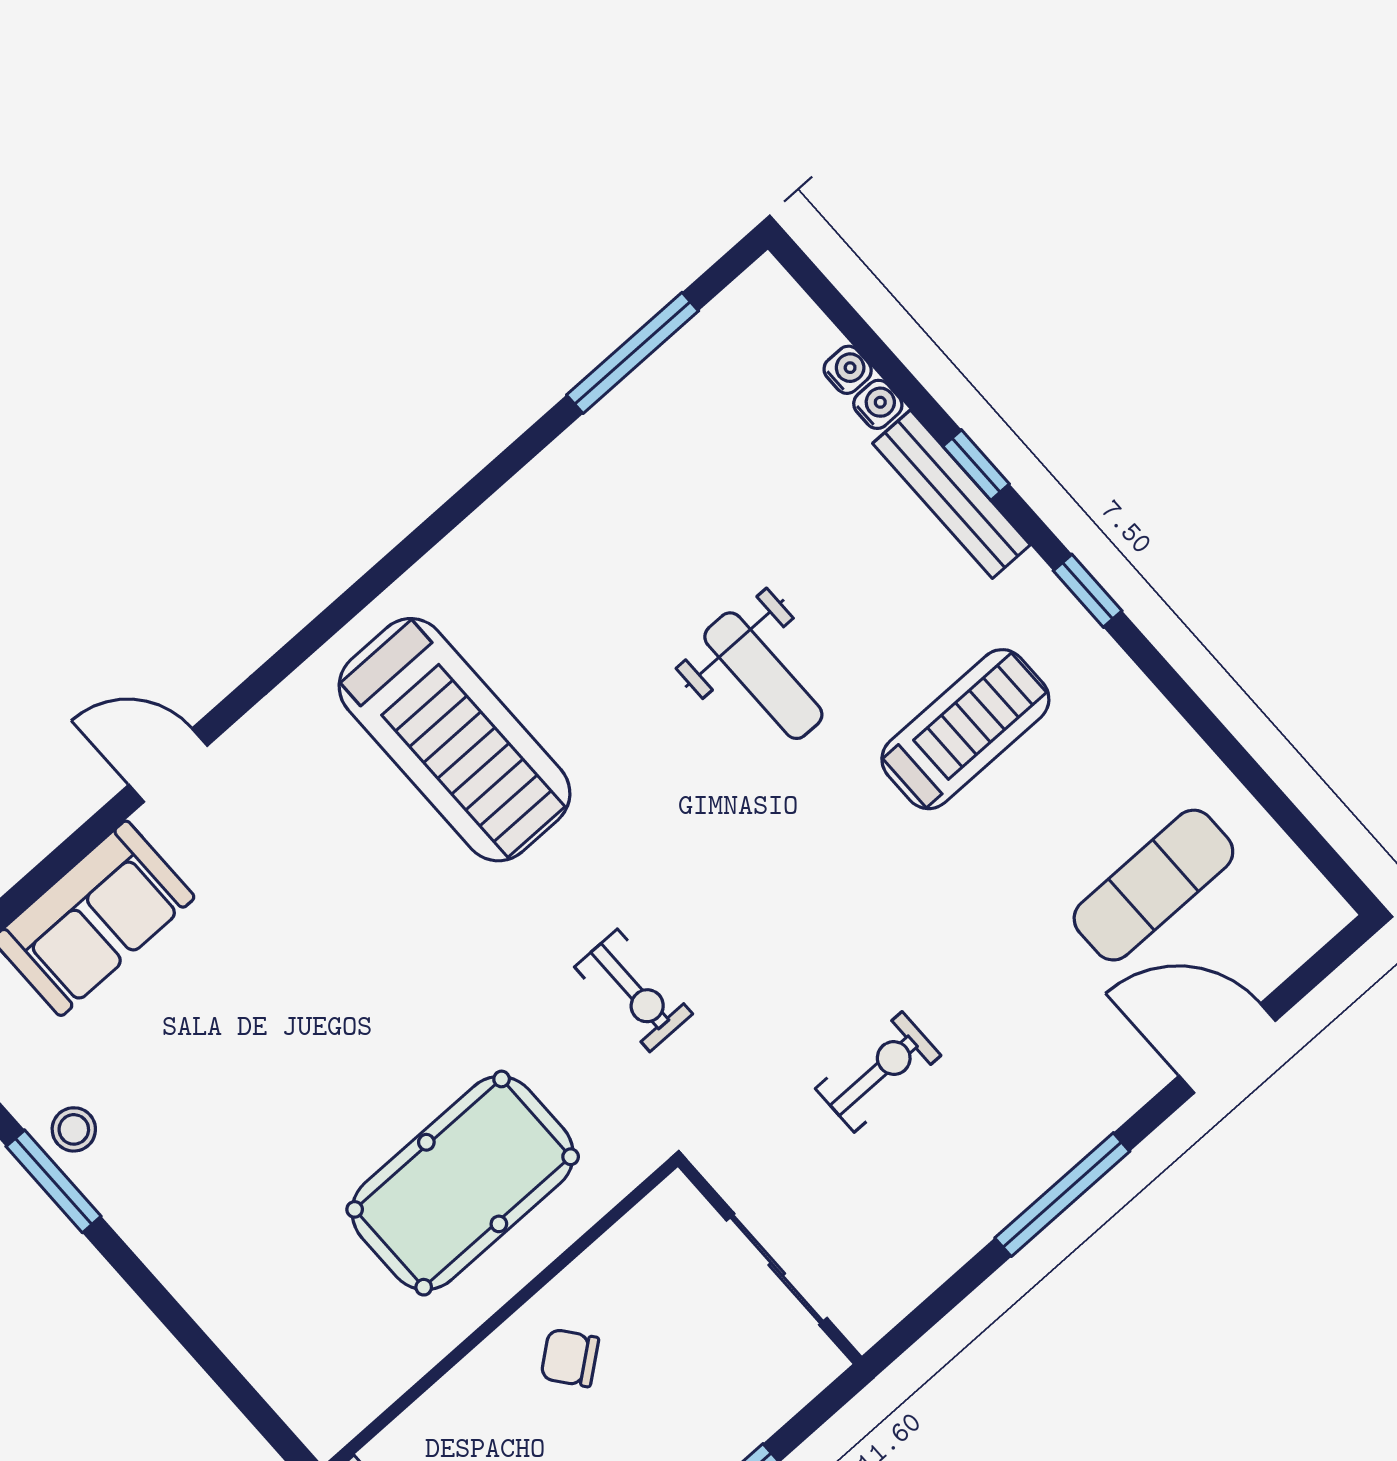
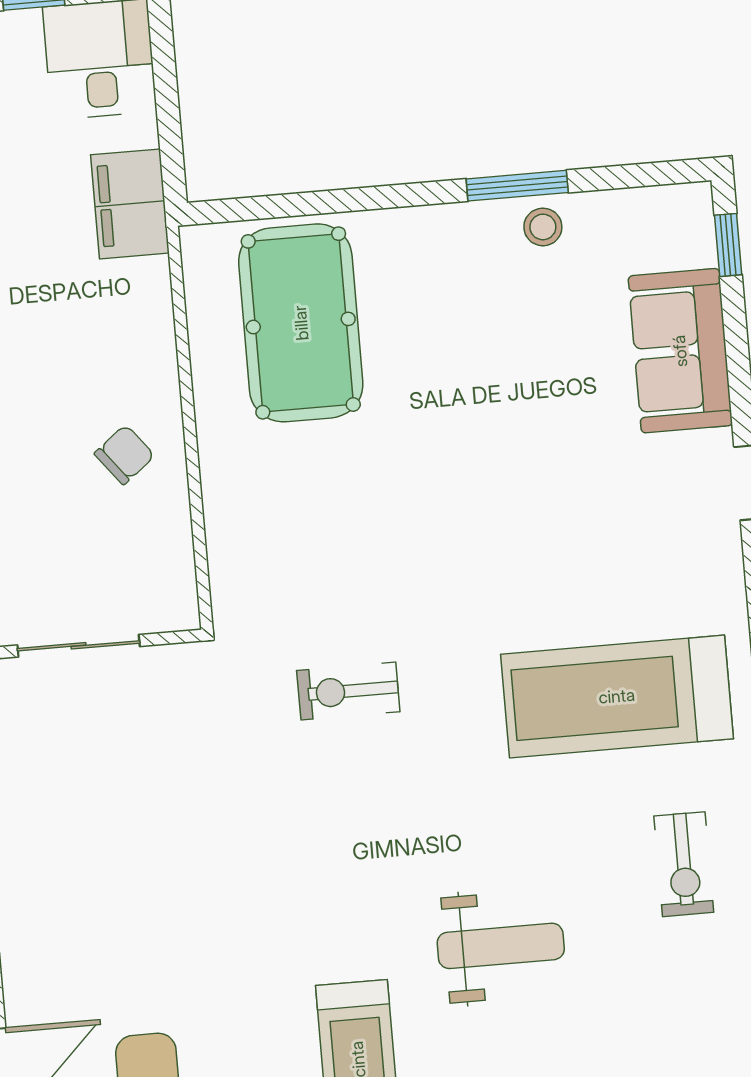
weight bench: (763, 676) -> (501, 946), turned 180
exercise bike: (878, 1072) -> (684, 864), moved
pool table: (463, 1183) -> (301, 323), moved

